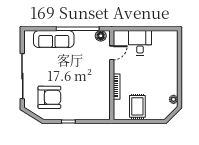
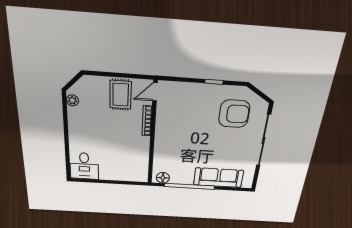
desk: (140, 43) -> (84, 166), moved
door: (112, 53) -> (155, 92), moved
armchair: (49, 97) -> (234, 114), turned 180

